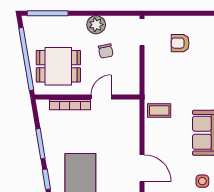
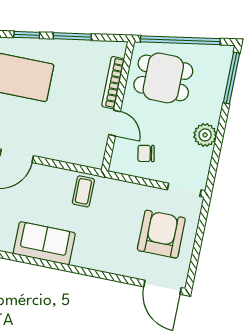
armchair: (180, 43) -> (161, 234), width x1.88, depth x1.88
chair: (106, 51) -> (146, 153), moved
dining table: (58, 66) -> (163, 78), turned 90

